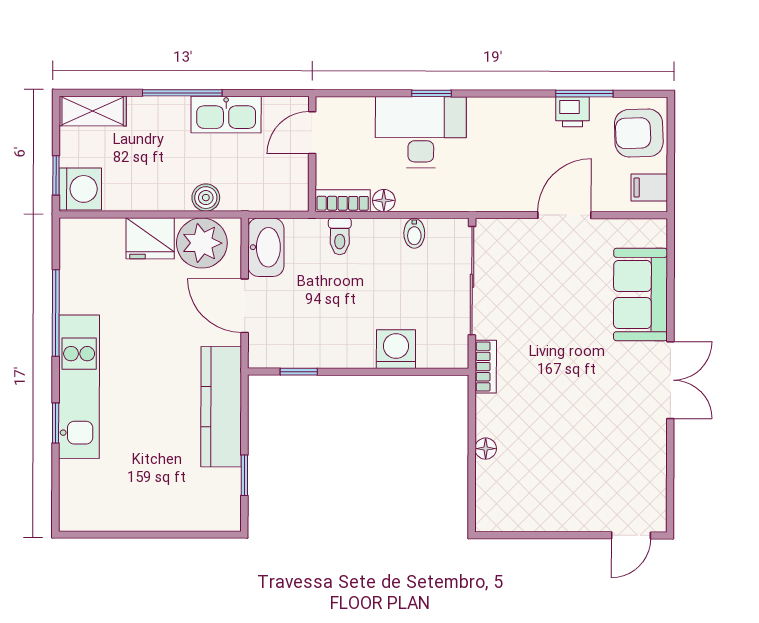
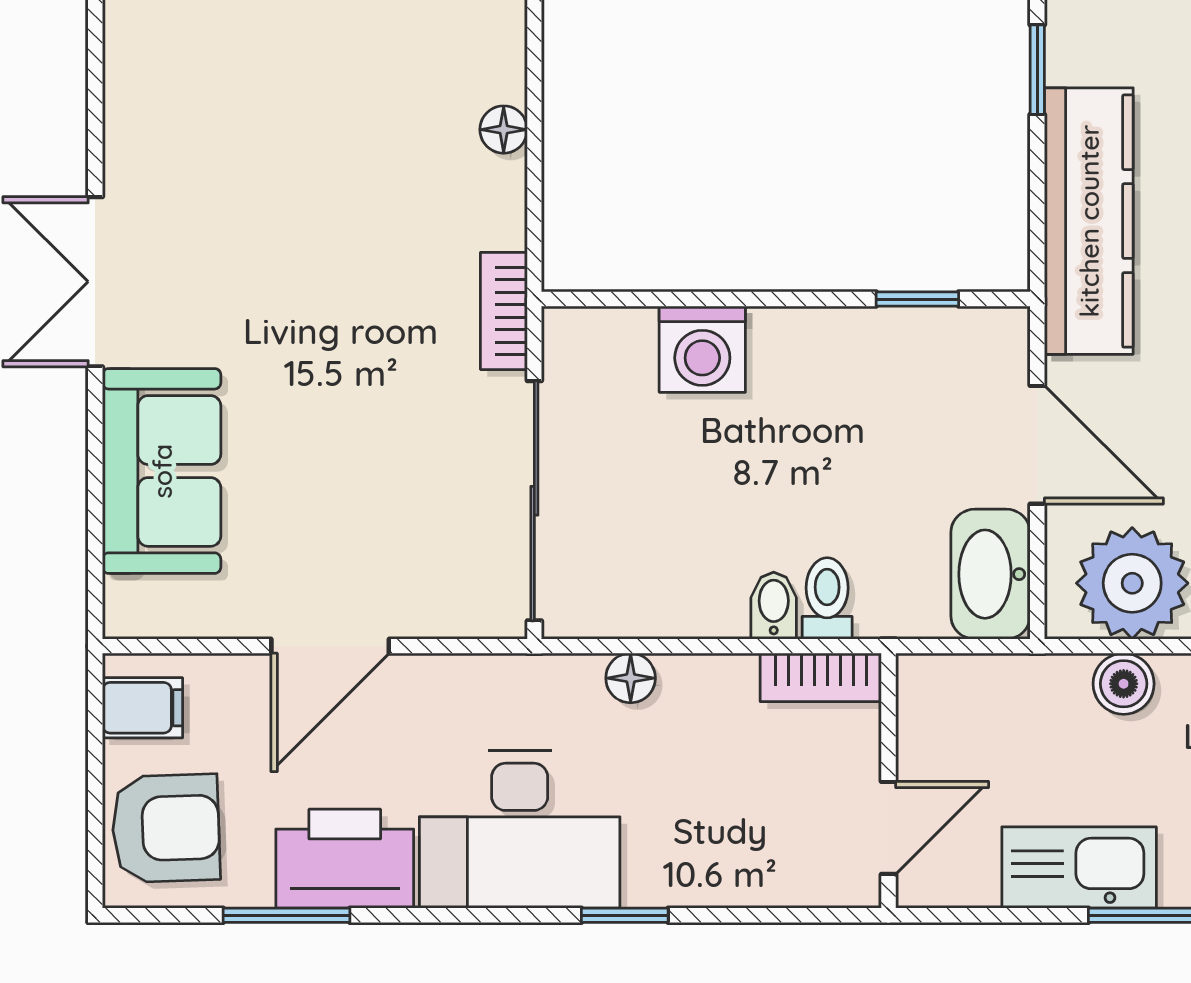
printer: (573, 112) -> (345, 859), width x1.87, depth x1.48
desk: (421, 132) -> (520, 829), moved
floor lamp: (384, 200) -> (631, 678), moved
bidet: (414, 233) -> (774, 606), moved

